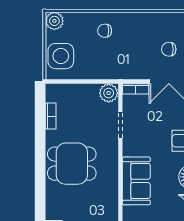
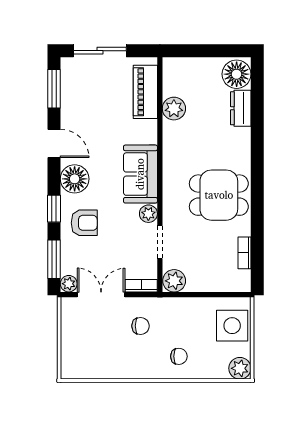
chair: (169, 49) -> (141, 326), moved
plant: (130, 148) -> (148, 214), added

